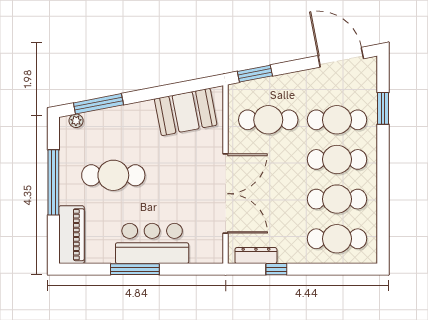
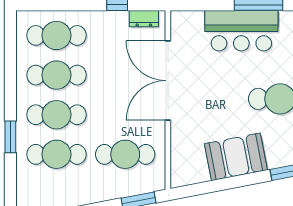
window: (383, 108) -> (10, 137), moved
booth: (186, 112) -> (236, 157), moved
dresser: (256, 256) -> (144, 19), width x0.70

